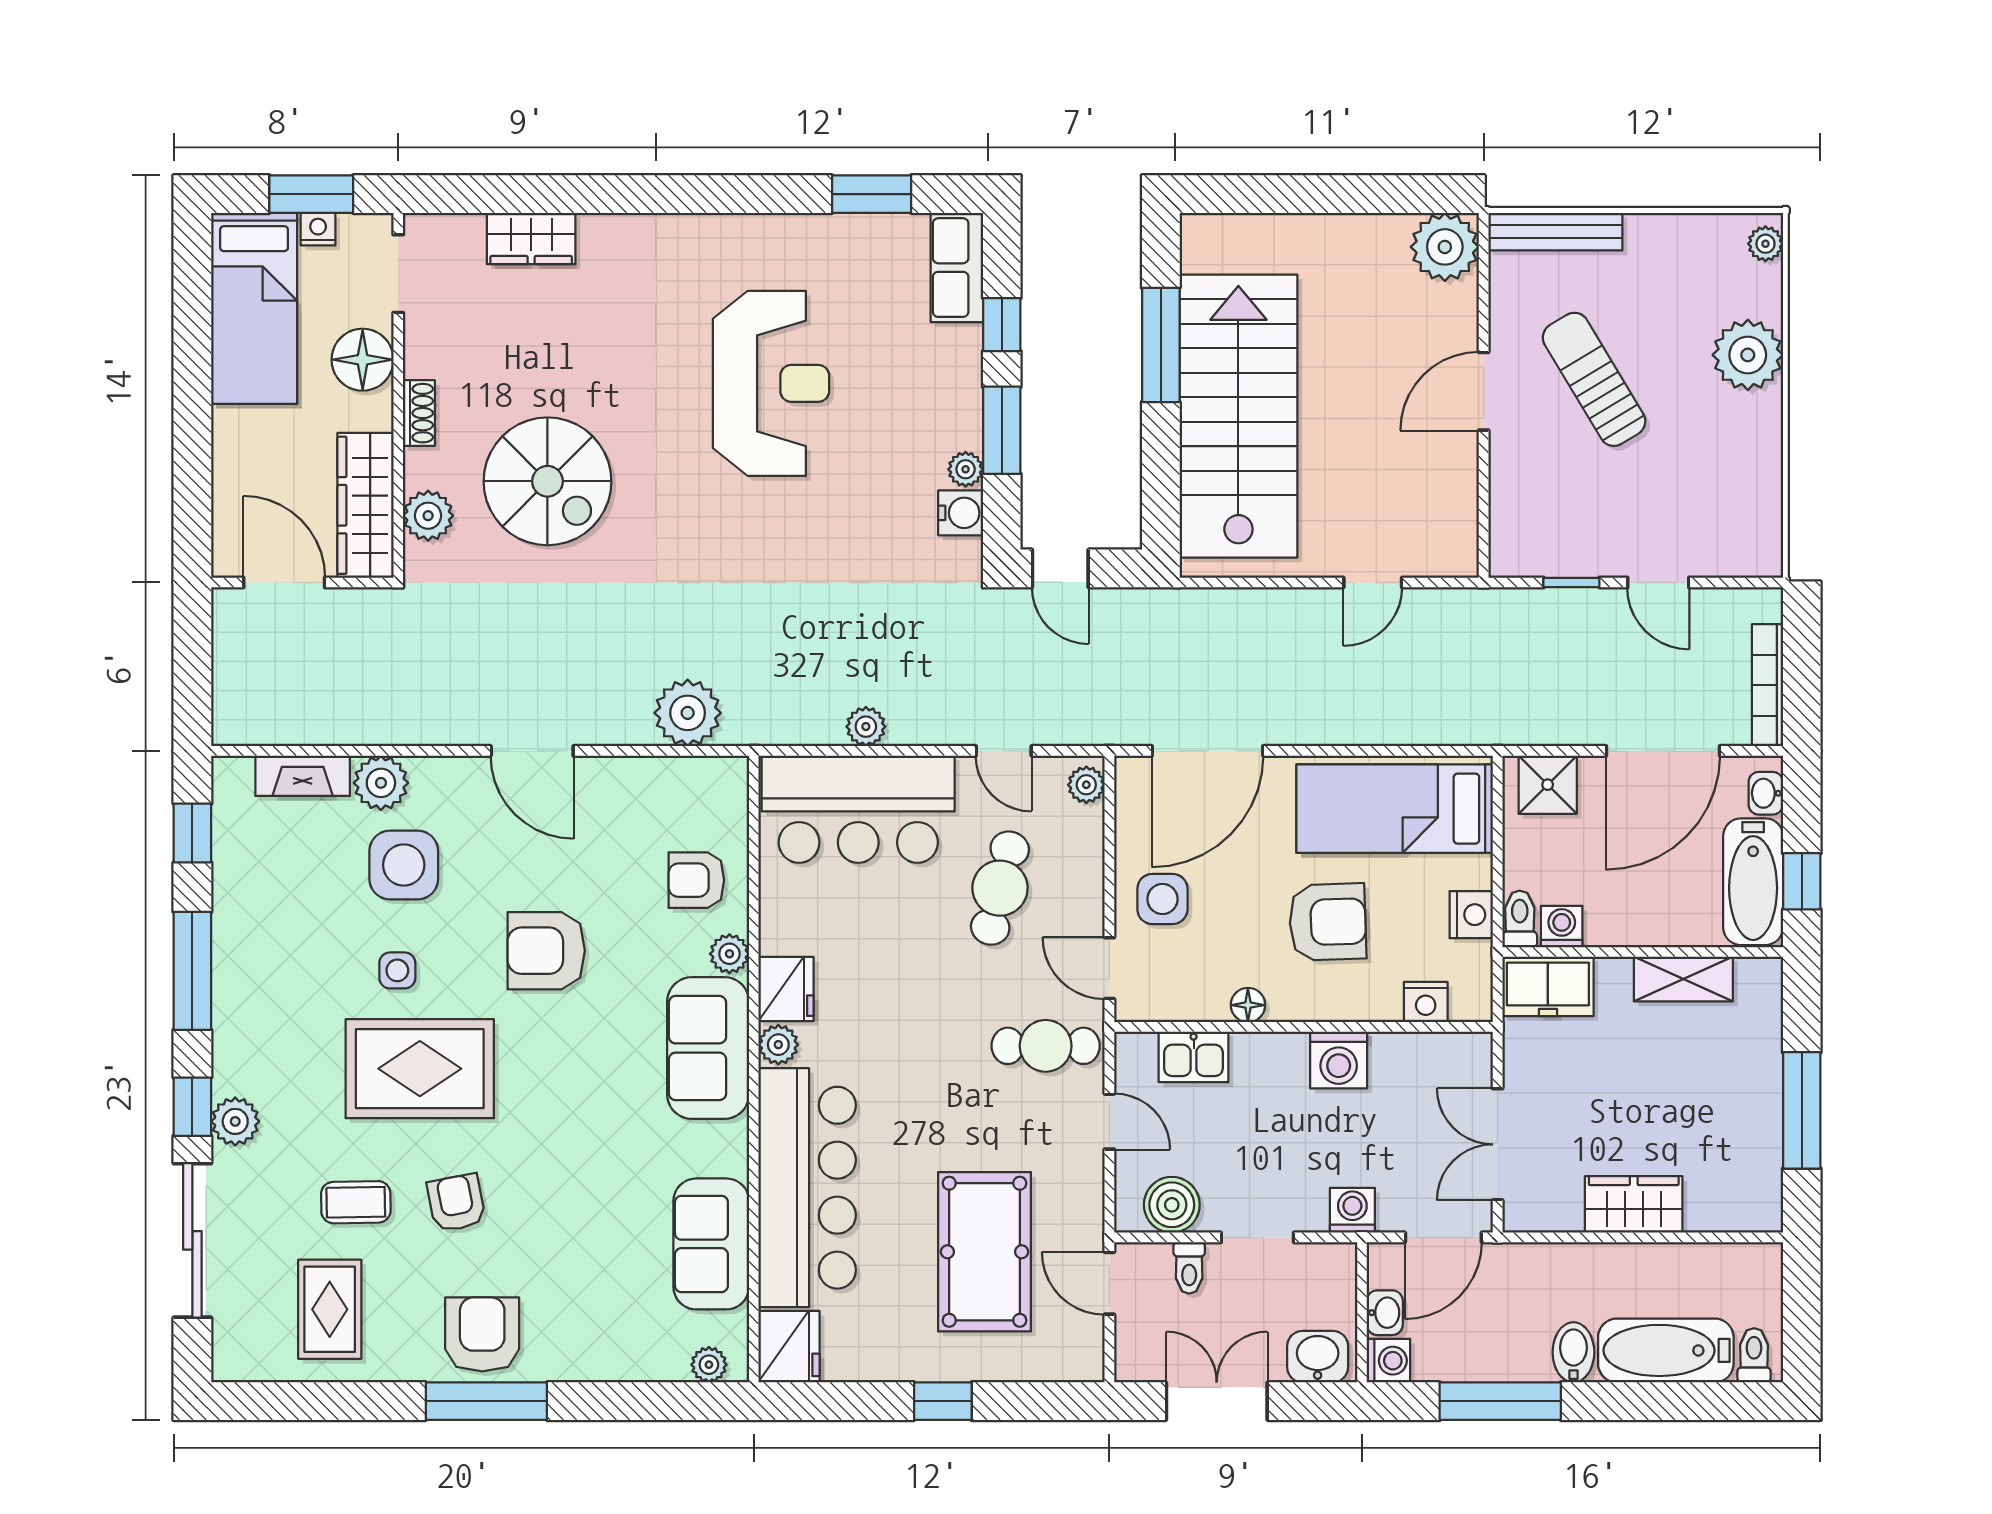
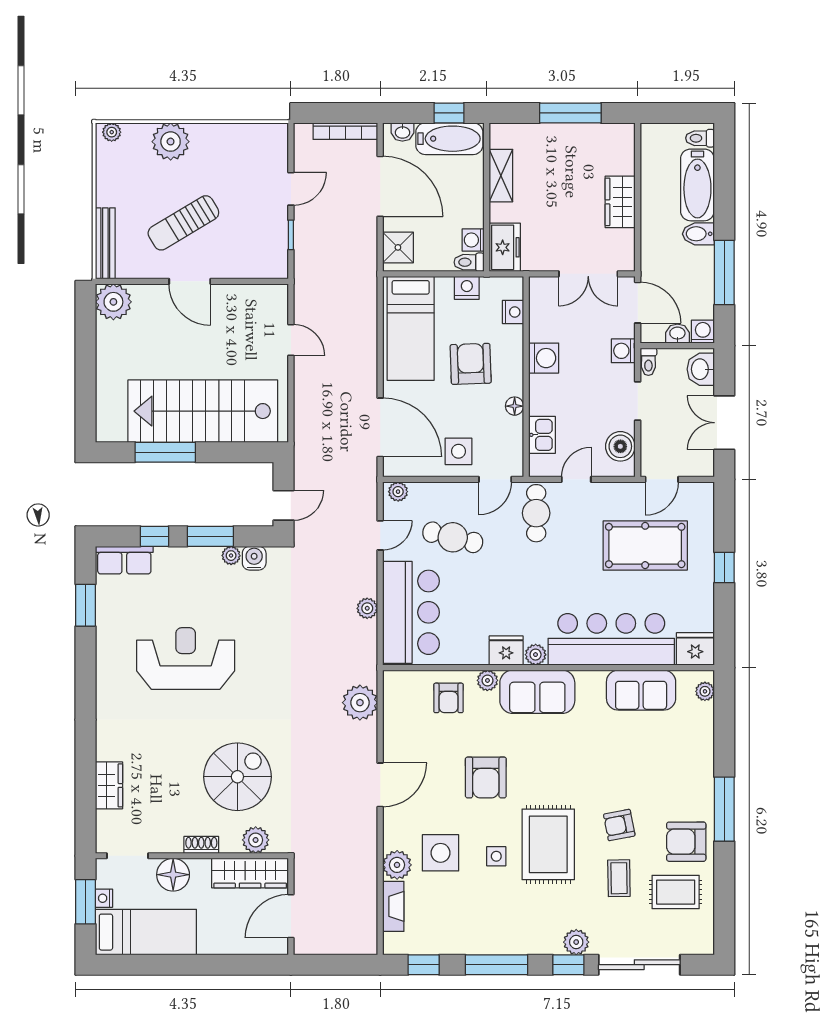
toilet: (1189, 1268) -> (648, 362), moved, turned 90
armchair: (482, 1334) -> (686, 842), moved

